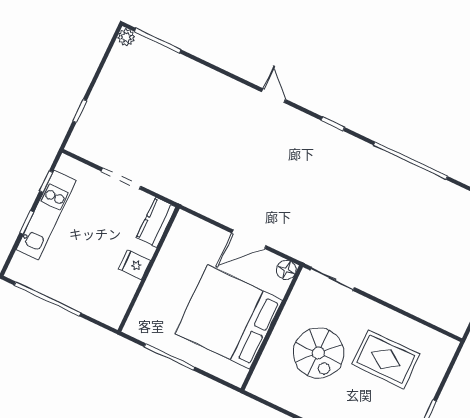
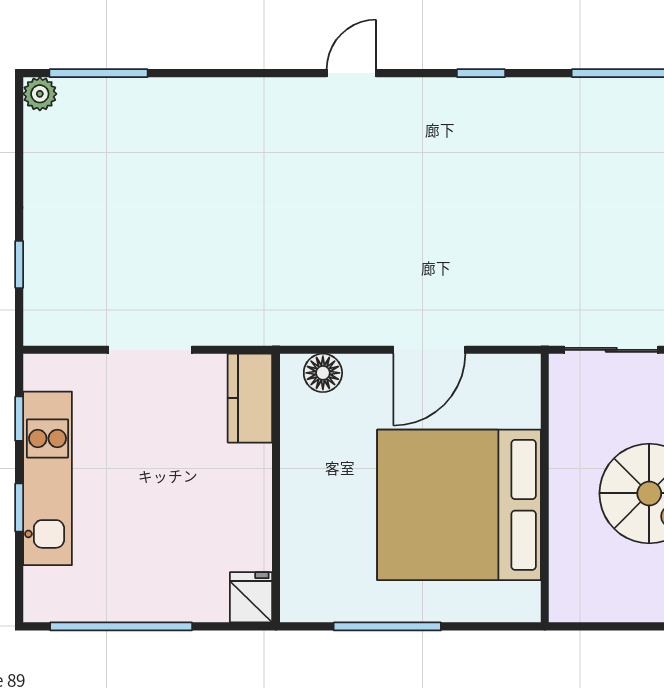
door: (274, 96) -> (352, 73), hinge flipped
fridge: (134, 265) -> (251, 597), moved, turned 90
floor lamp: (286, 270) -> (323, 373), moved

